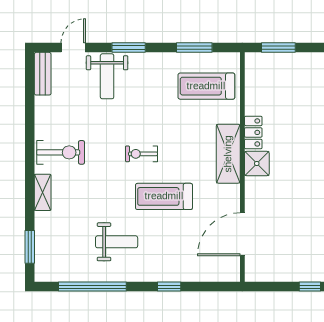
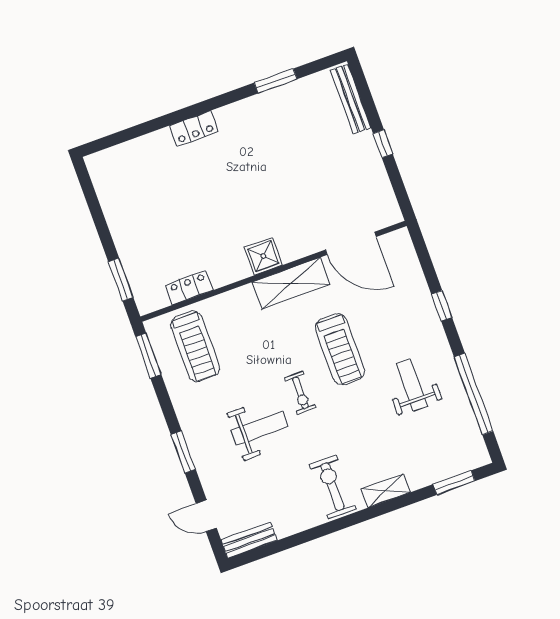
window: (194, 48) -> (148, 356), moved
weight bench: (107, 76) -> (259, 428), moved
locker: (253, 132) -> (189, 287), moved
shelving: (228, 154) -> (291, 283), moved

